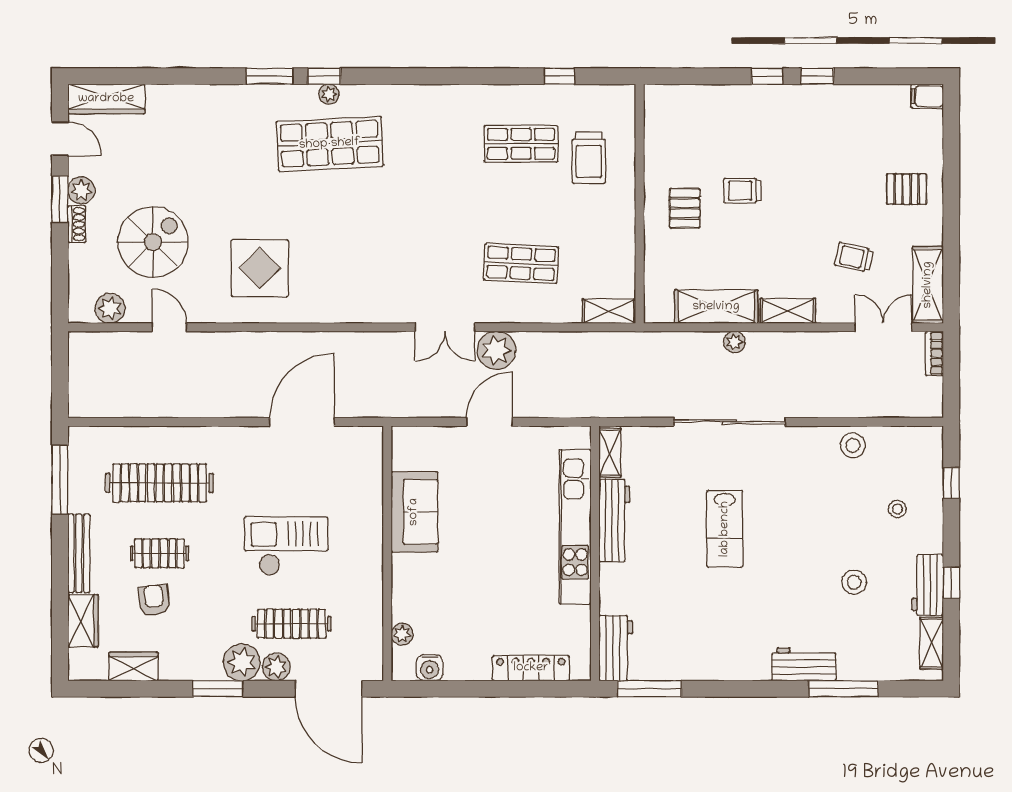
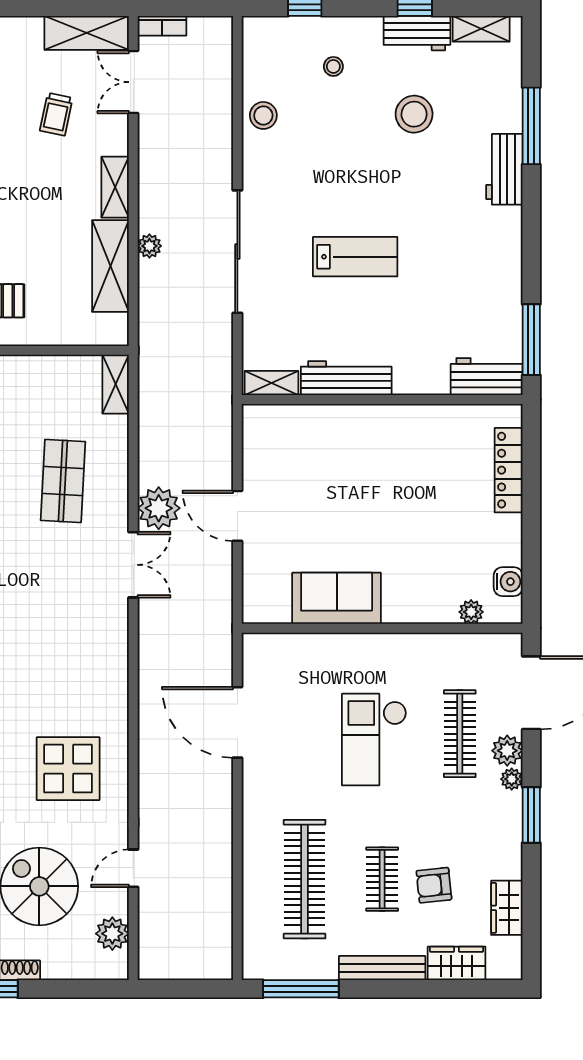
kitchen unit: (575, 527) -> (353, 421), removed
stool: (854, 582) -> (414, 114), width x1.38, depth x1.38
plant: (242, 662) -> (512, 779), width x0.53, depth x0.53

